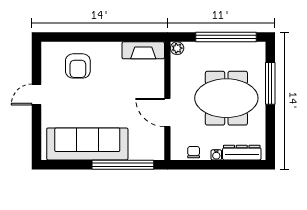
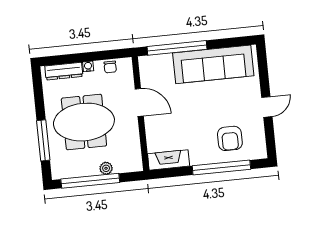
window: (90, 37) -> (221, 167), added
plant: (177, 48) -> (106, 168), moved
armchair: (78, 66) -> (230, 138), turned 180

